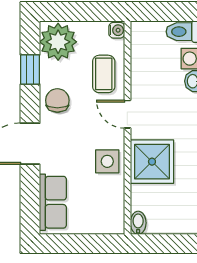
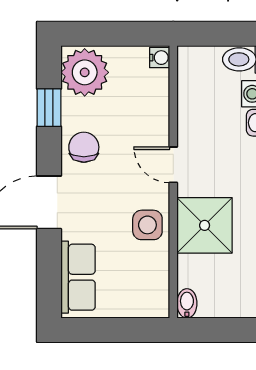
coffee table: (104, 74) -> (143, 113), removed

